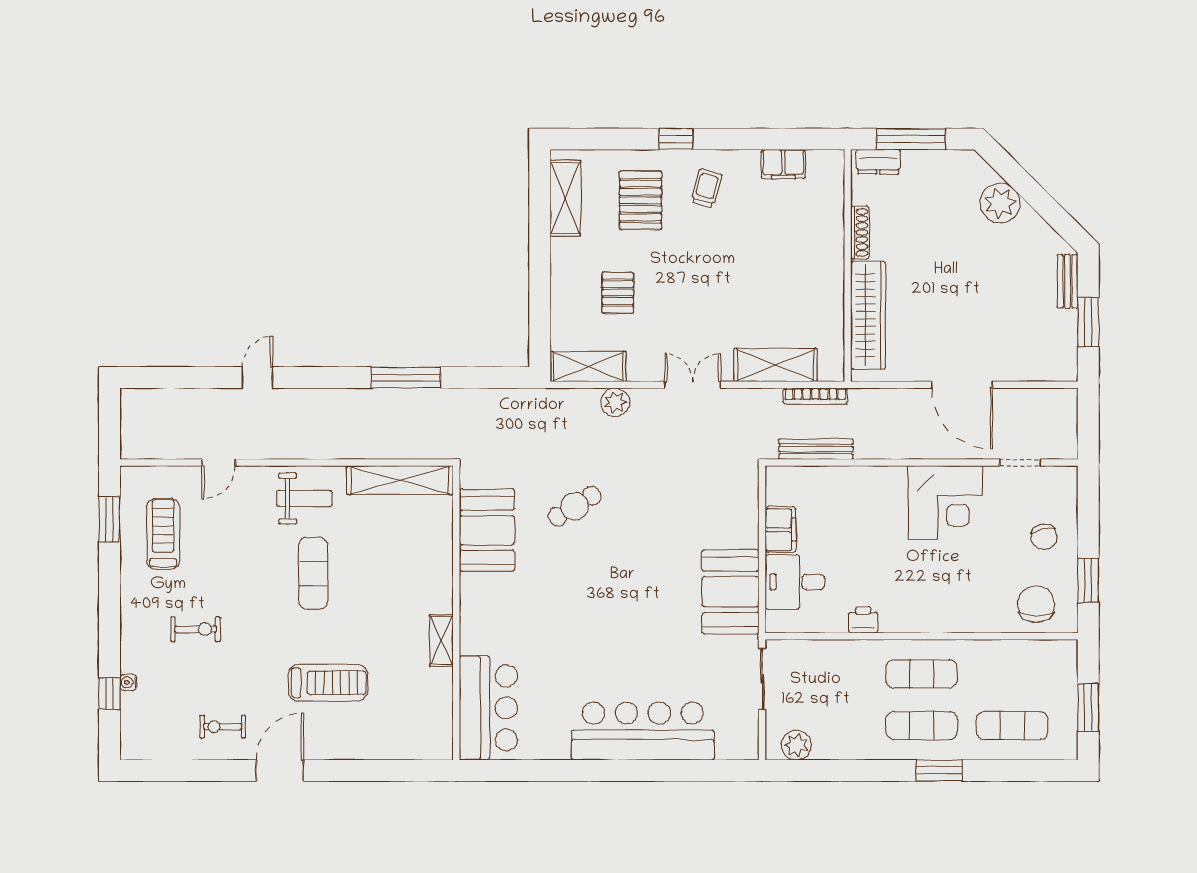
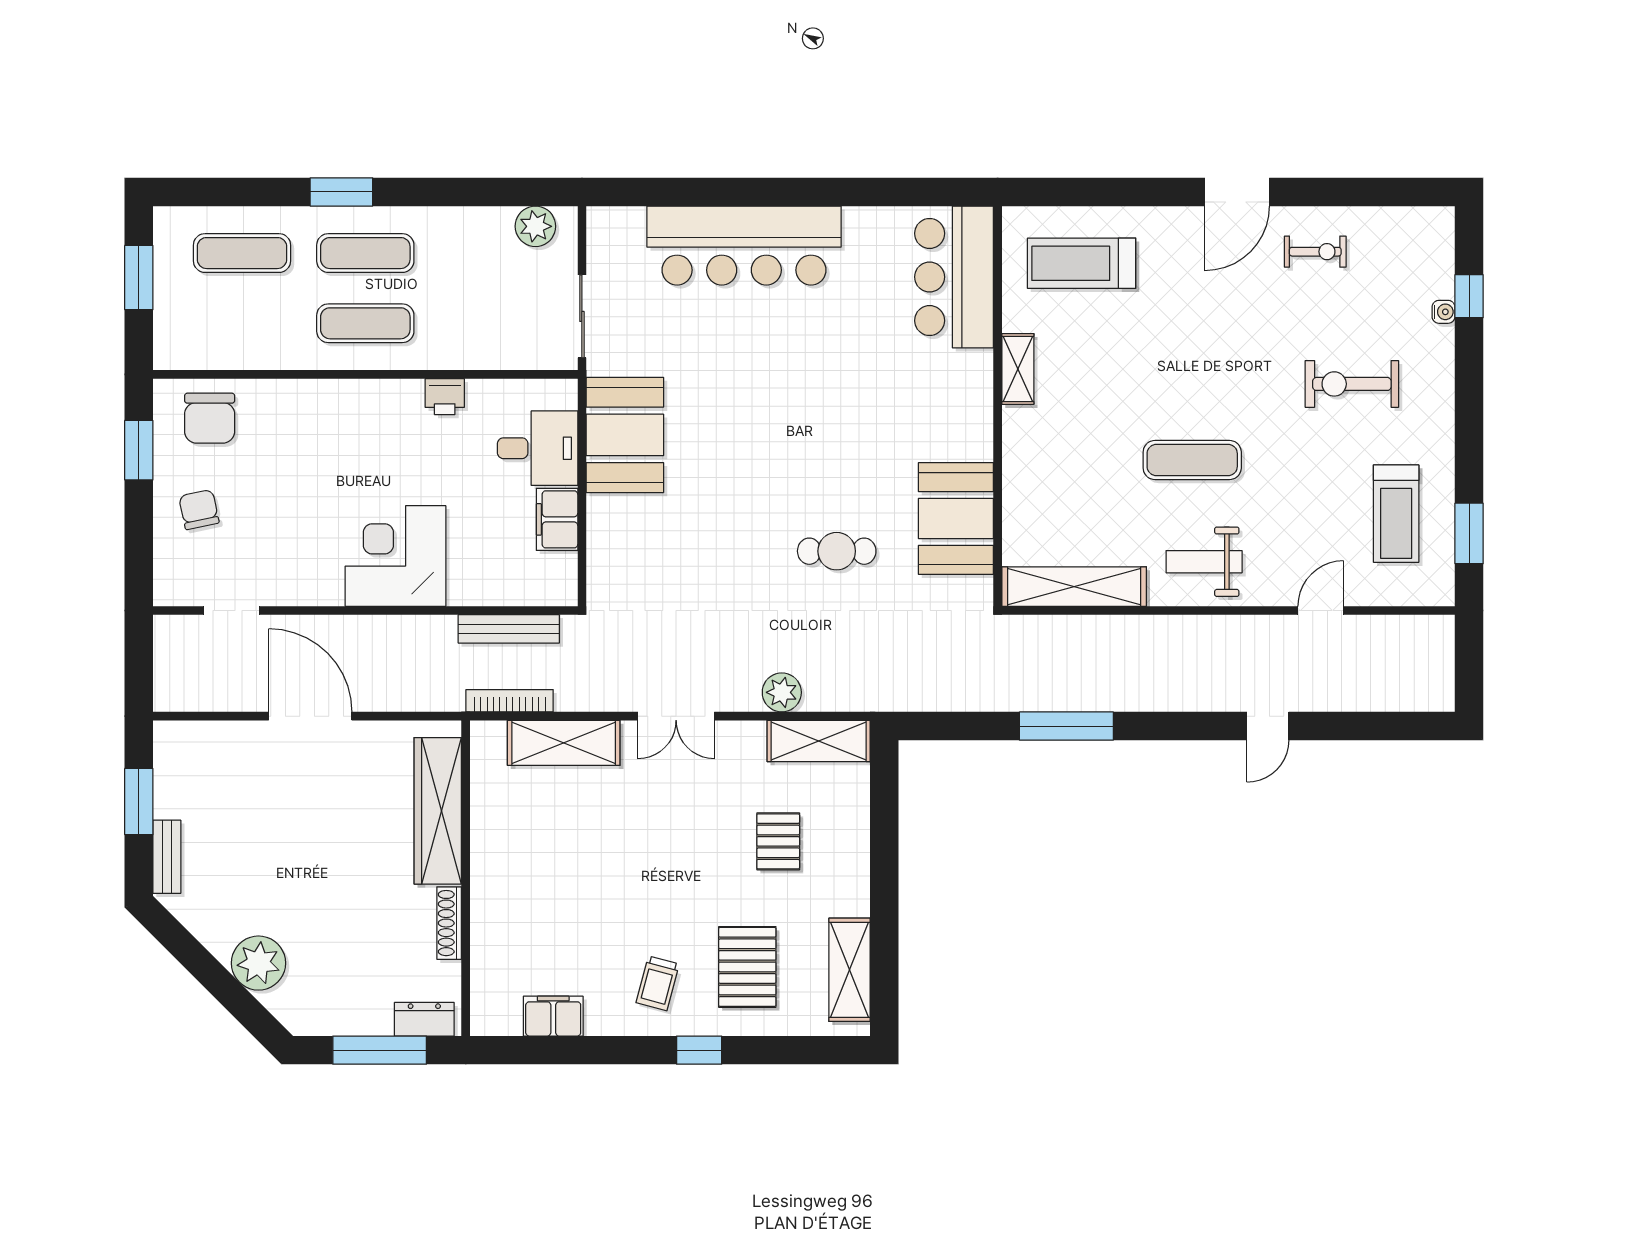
corner desk: (945, 503) -> (395, 556), moved
cafe table: (575, 506) -> (837, 551), turned 31
exercise mat: (313, 573) -> (1192, 460), turned 90
exercise bike: (196, 629) -> (1352, 384), width x1.38, depth x1.39
treadmill: (328, 683) -> (1082, 263), moved

